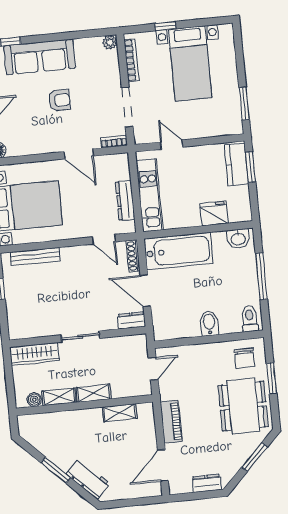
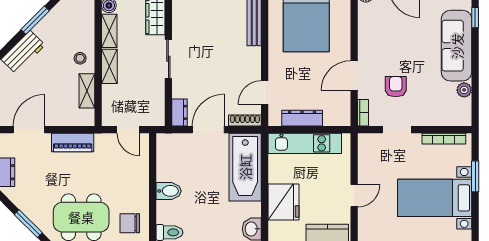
window: (165, 26) -> (475, 176), width x1.50
plant: (110, 42) -> (464, 90), moved
armchair: (59, 100) -> (396, 87), moved, turned 180
doorway: (127, 107) -> (397, 130), width x0.73
door: (172, 145) -> (354, 196), moved
fridge: (214, 214) -> (284, 202), width x1.36, depth x1.34
stool: (88, 423) -> (80, 58), added
door: (163, 465) -> (29, 130), hinge flipped

